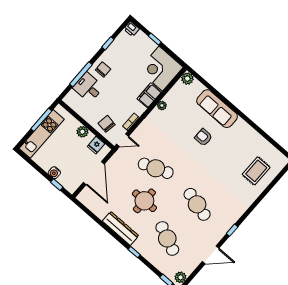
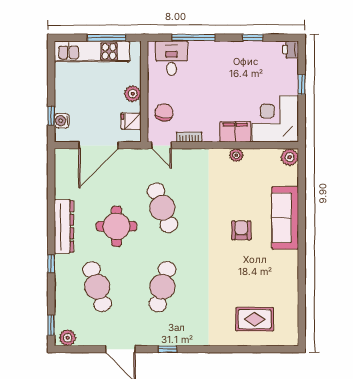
chair: (103, 69) -> (220, 57), removed
desk: (88, 87) -> (171, 58), moved
water cooler: (54, 173) -> (62, 121), moved
cafe table: (167, 238) -> (97, 287), turned -42

